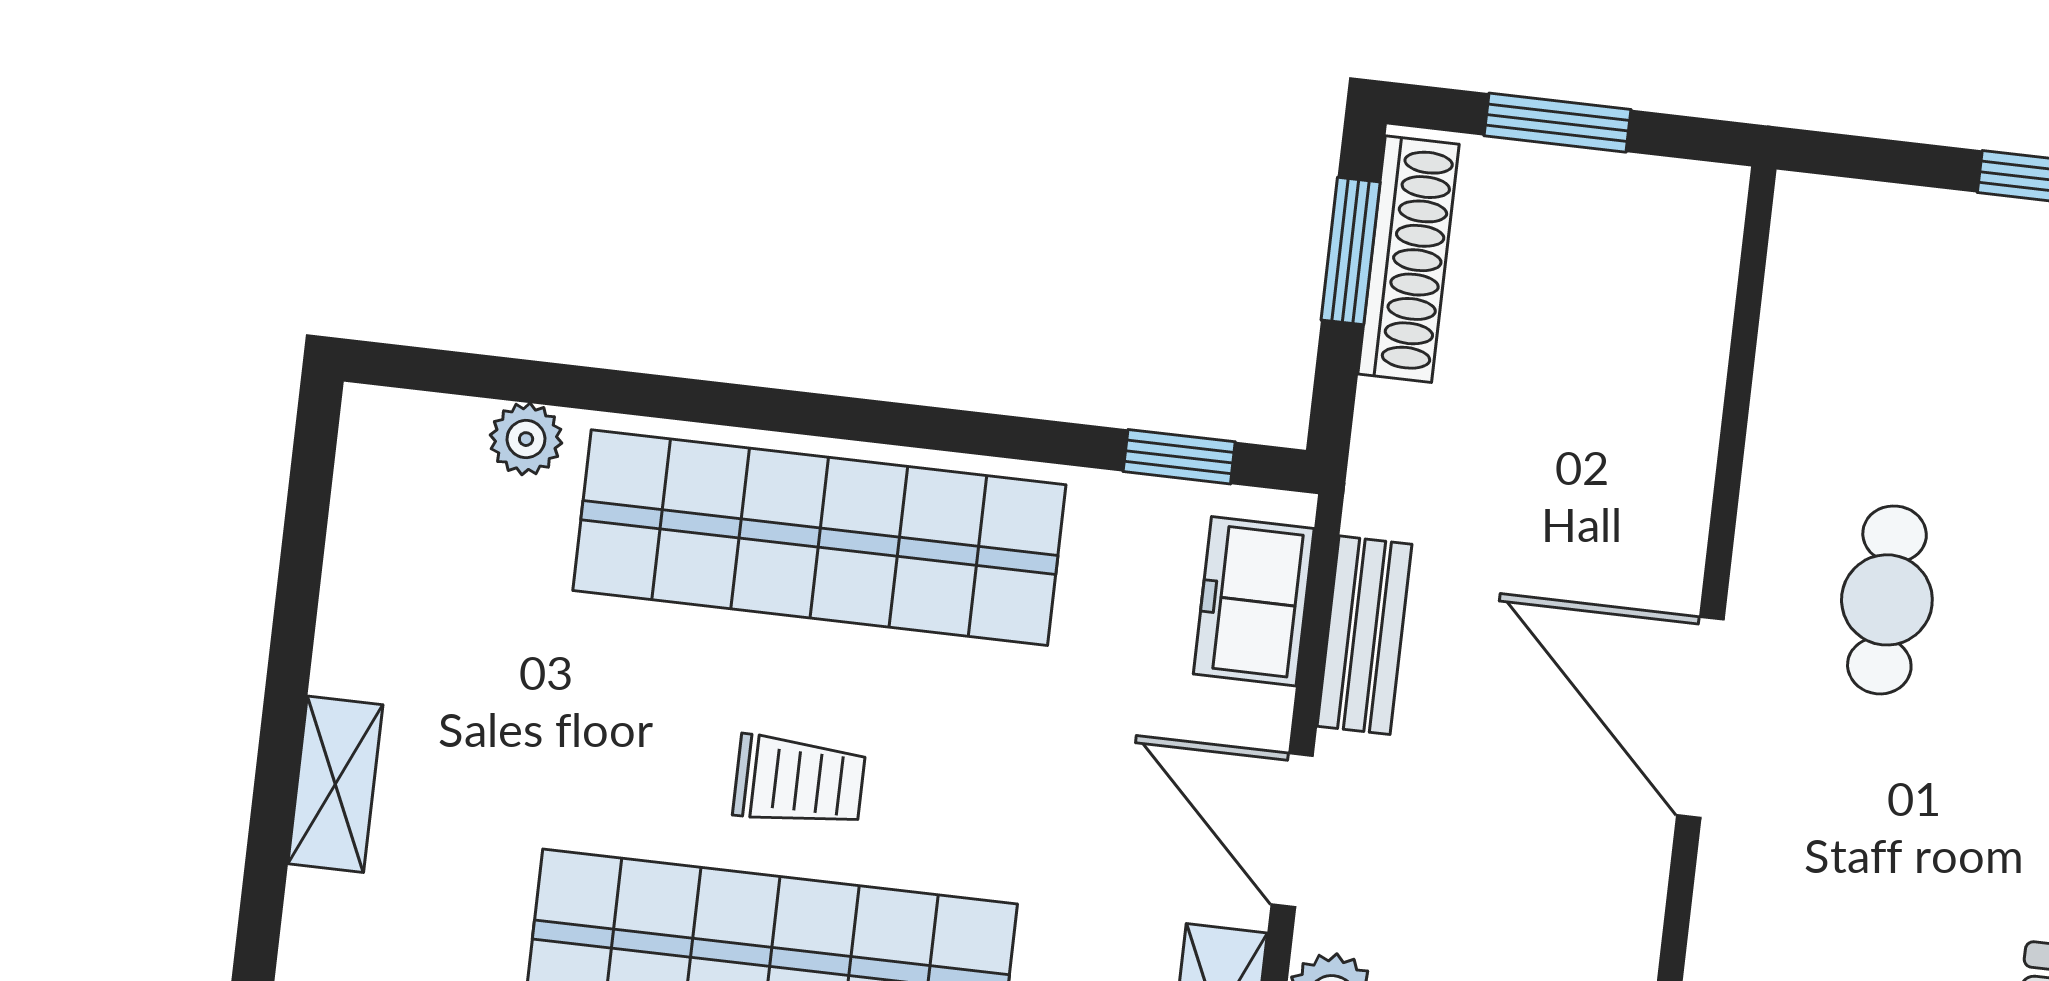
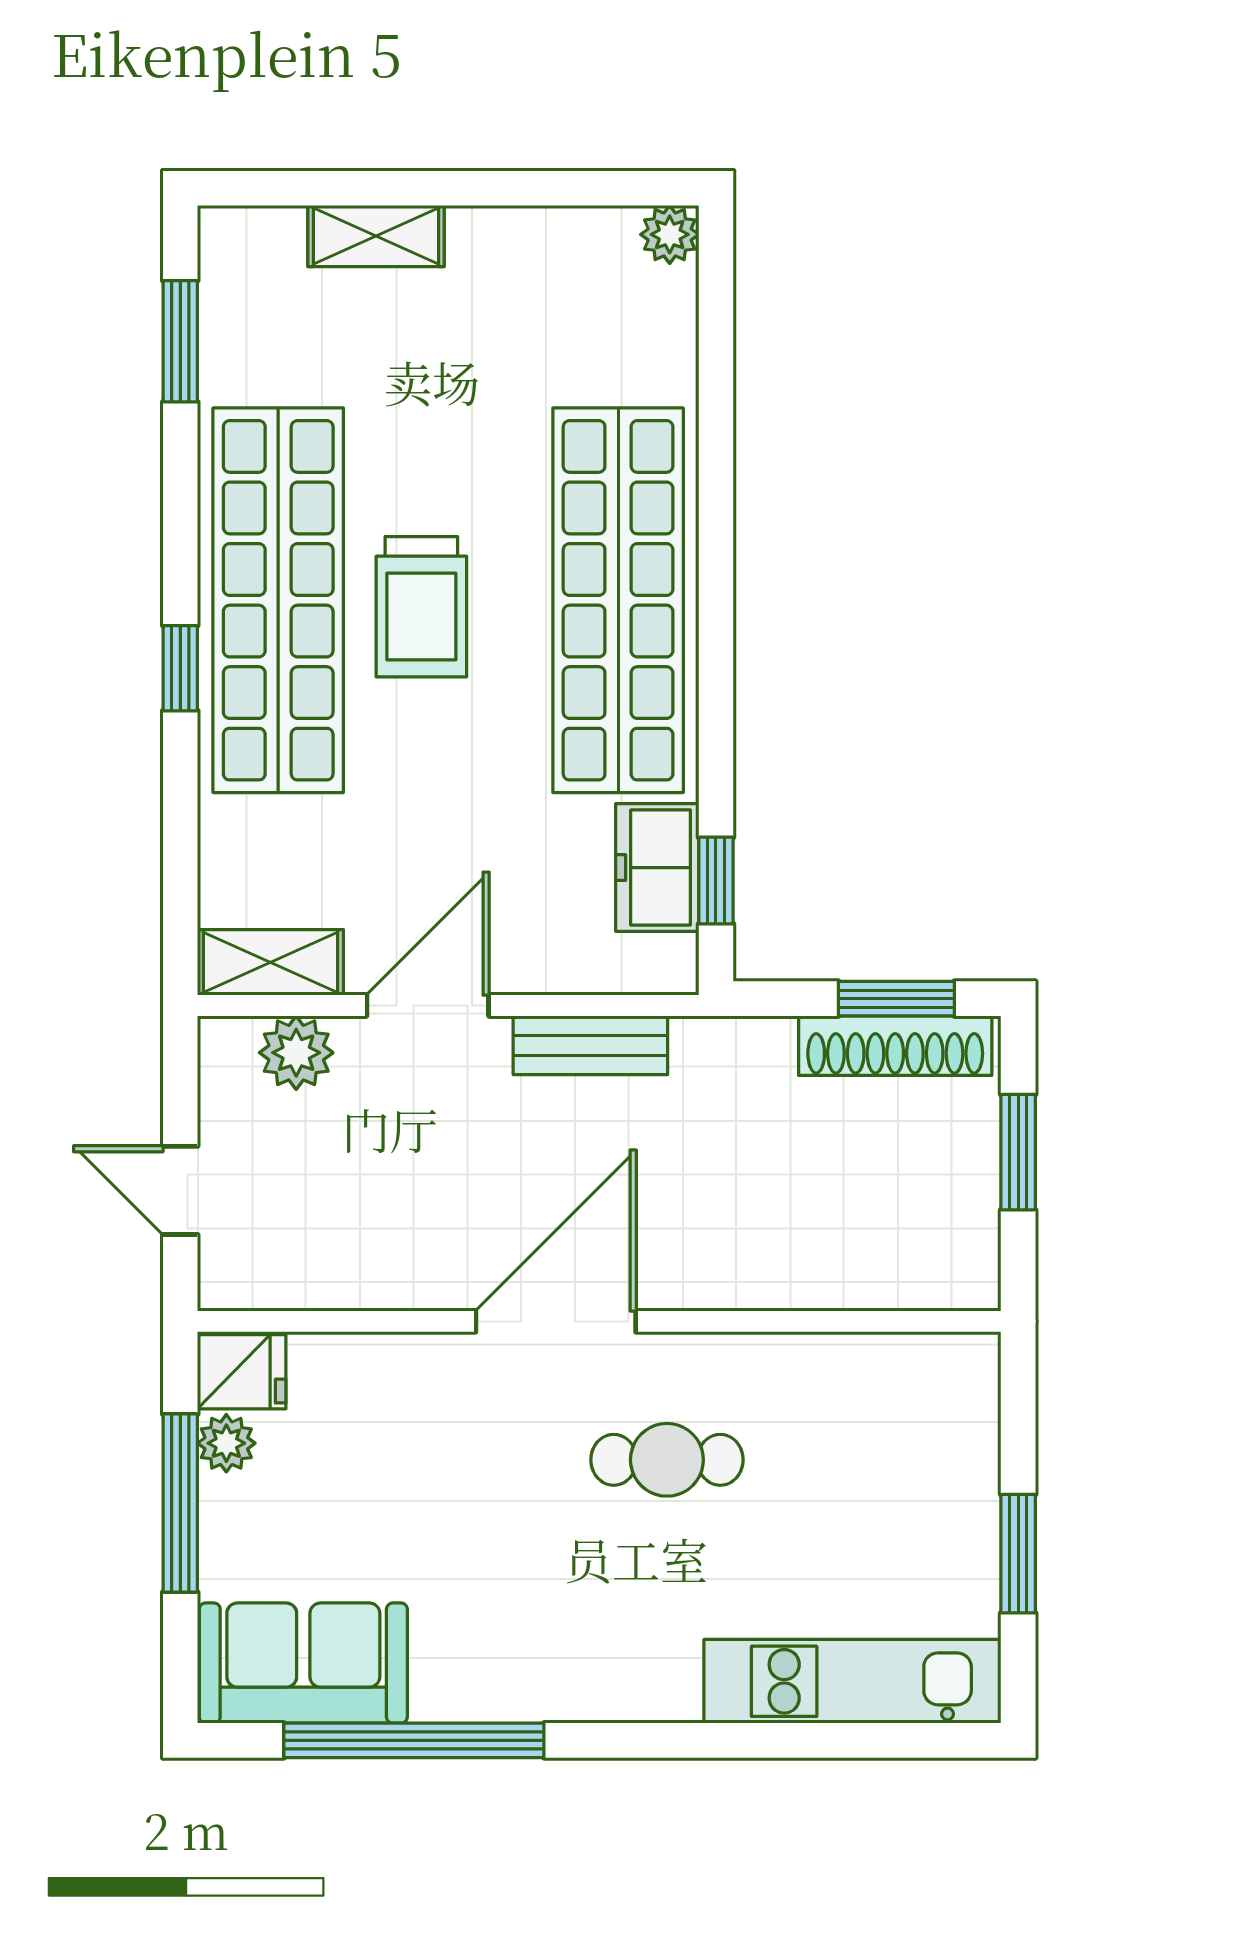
plant: (526, 439) -> (670, 234), moved
freezer: (1254, 601) -> (657, 868), moved, turned -90
trolley: (799, 781) -> (421, 607), width x1.36, depth x1.39

